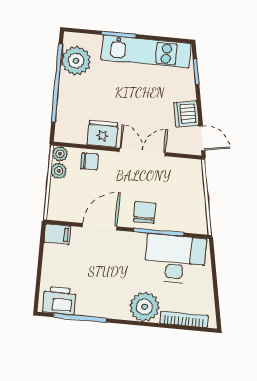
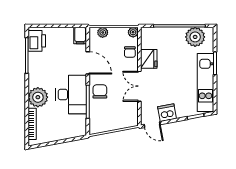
door: (202, 138) -> (152, 125), hinge flipped
double door: (142, 152) -> (139, 86), swing flipped
plant: (59, 171) -> (103, 32), moved
chair: (145, 212) -> (100, 91), turned -90
desk: (175, 259) -> (71, 94), moved

